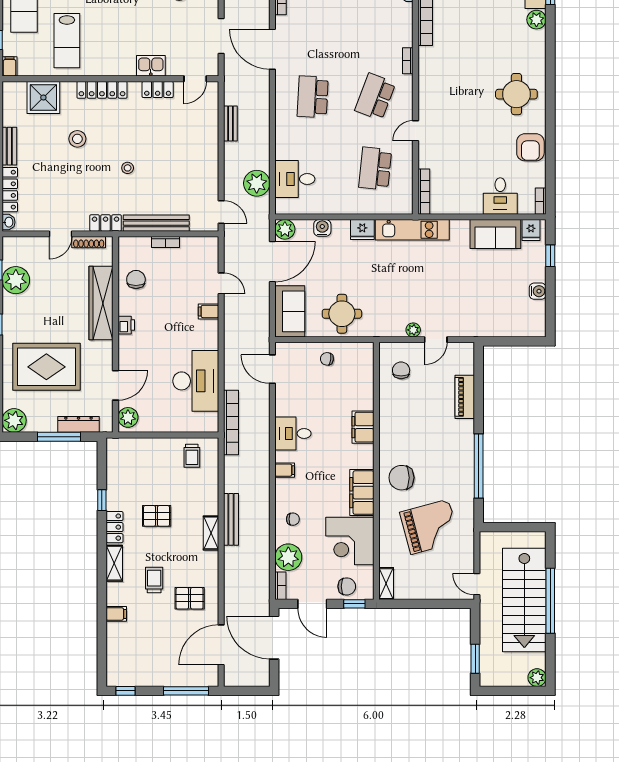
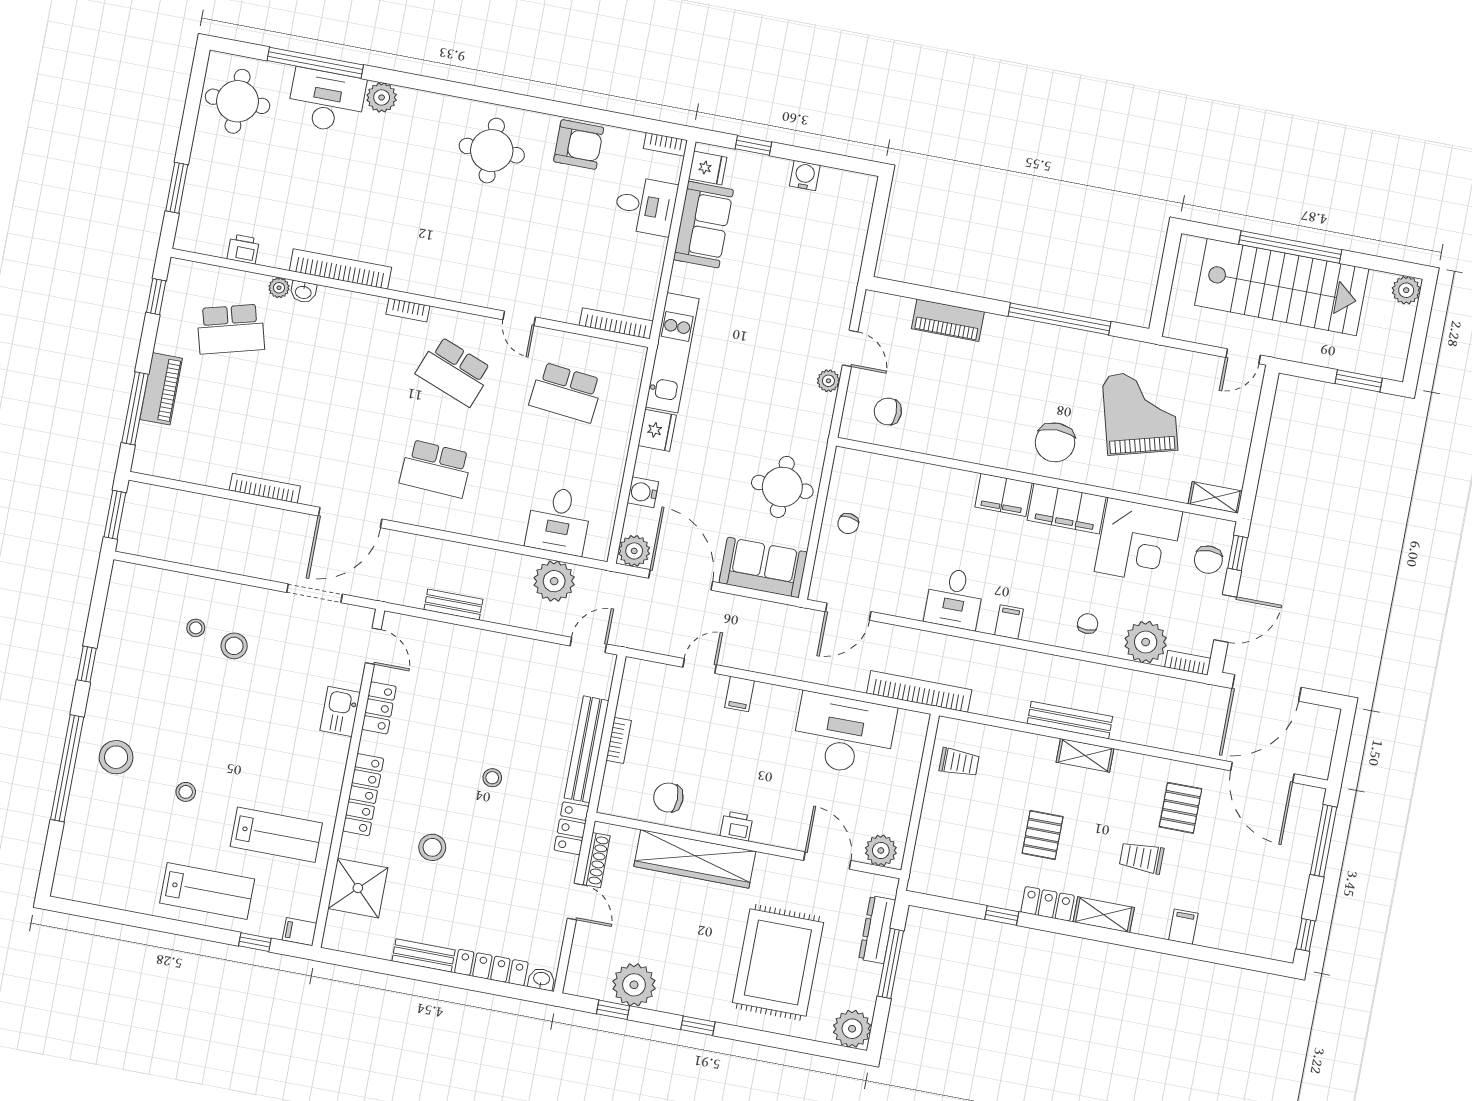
filing cabinet: (363, 427) -> (1003, 495), moved
chair: (347, 586) -> (1208, 560), turned 180

